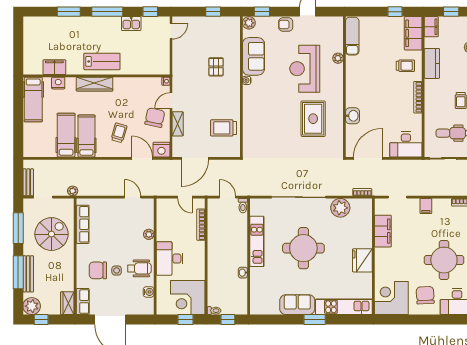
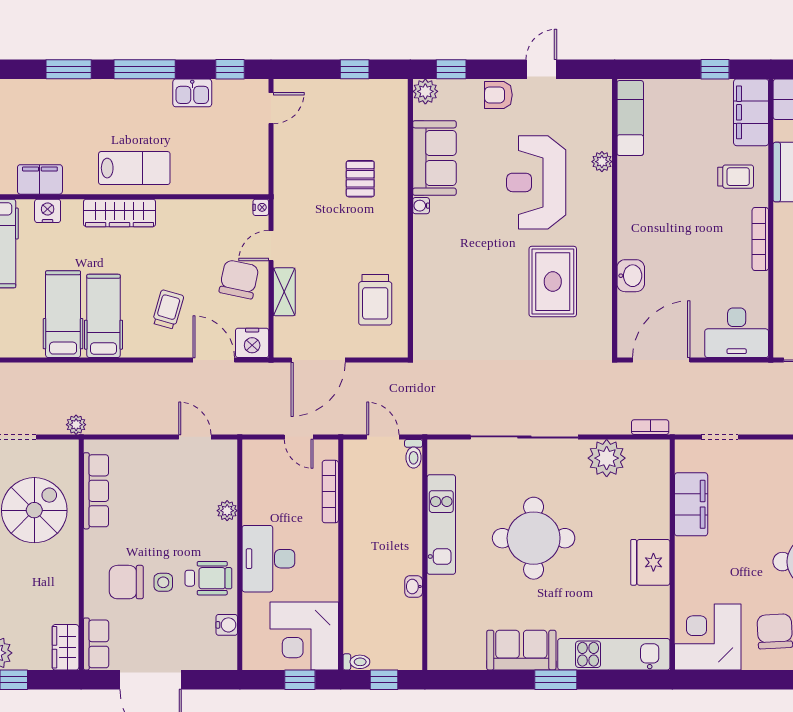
trolley: (224, 128) -> (375, 300), turned -90
filing cabinet: (426, 206) -> (776, 455), removed

